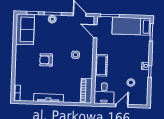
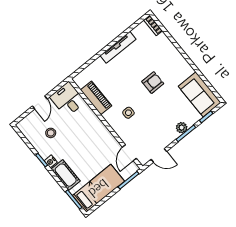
door: (95, 31) -> (129, 153), swing flipped
cot: (101, 65) -> (66, 175), moved
piano: (86, 91) -> (96, 98), moved

